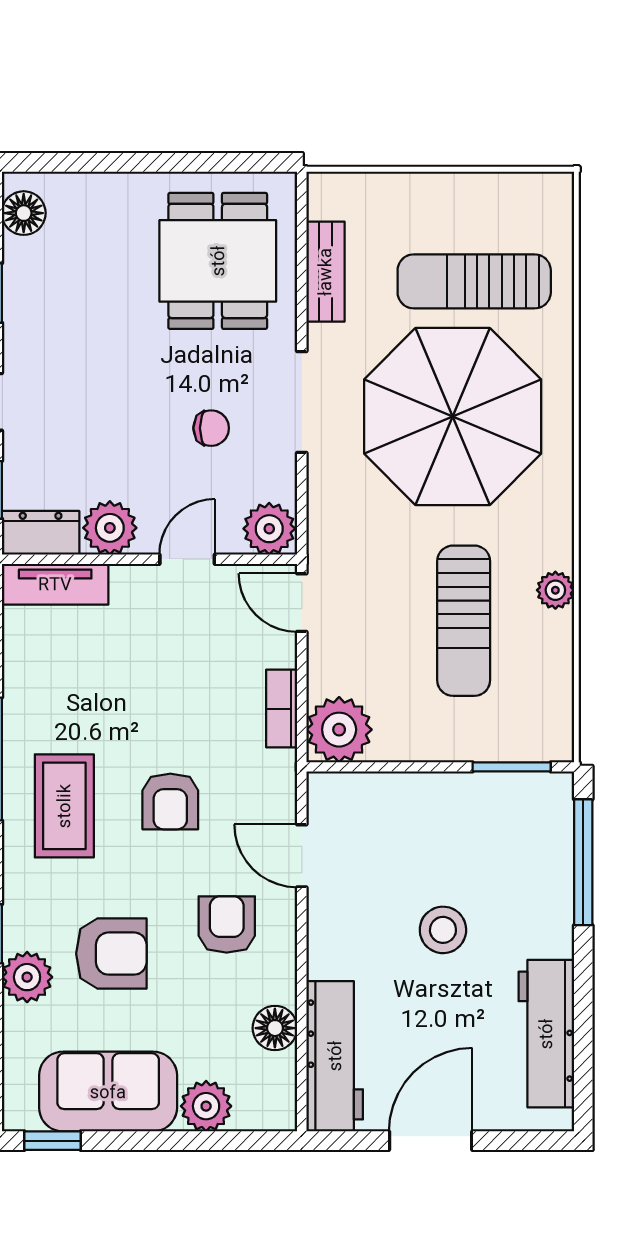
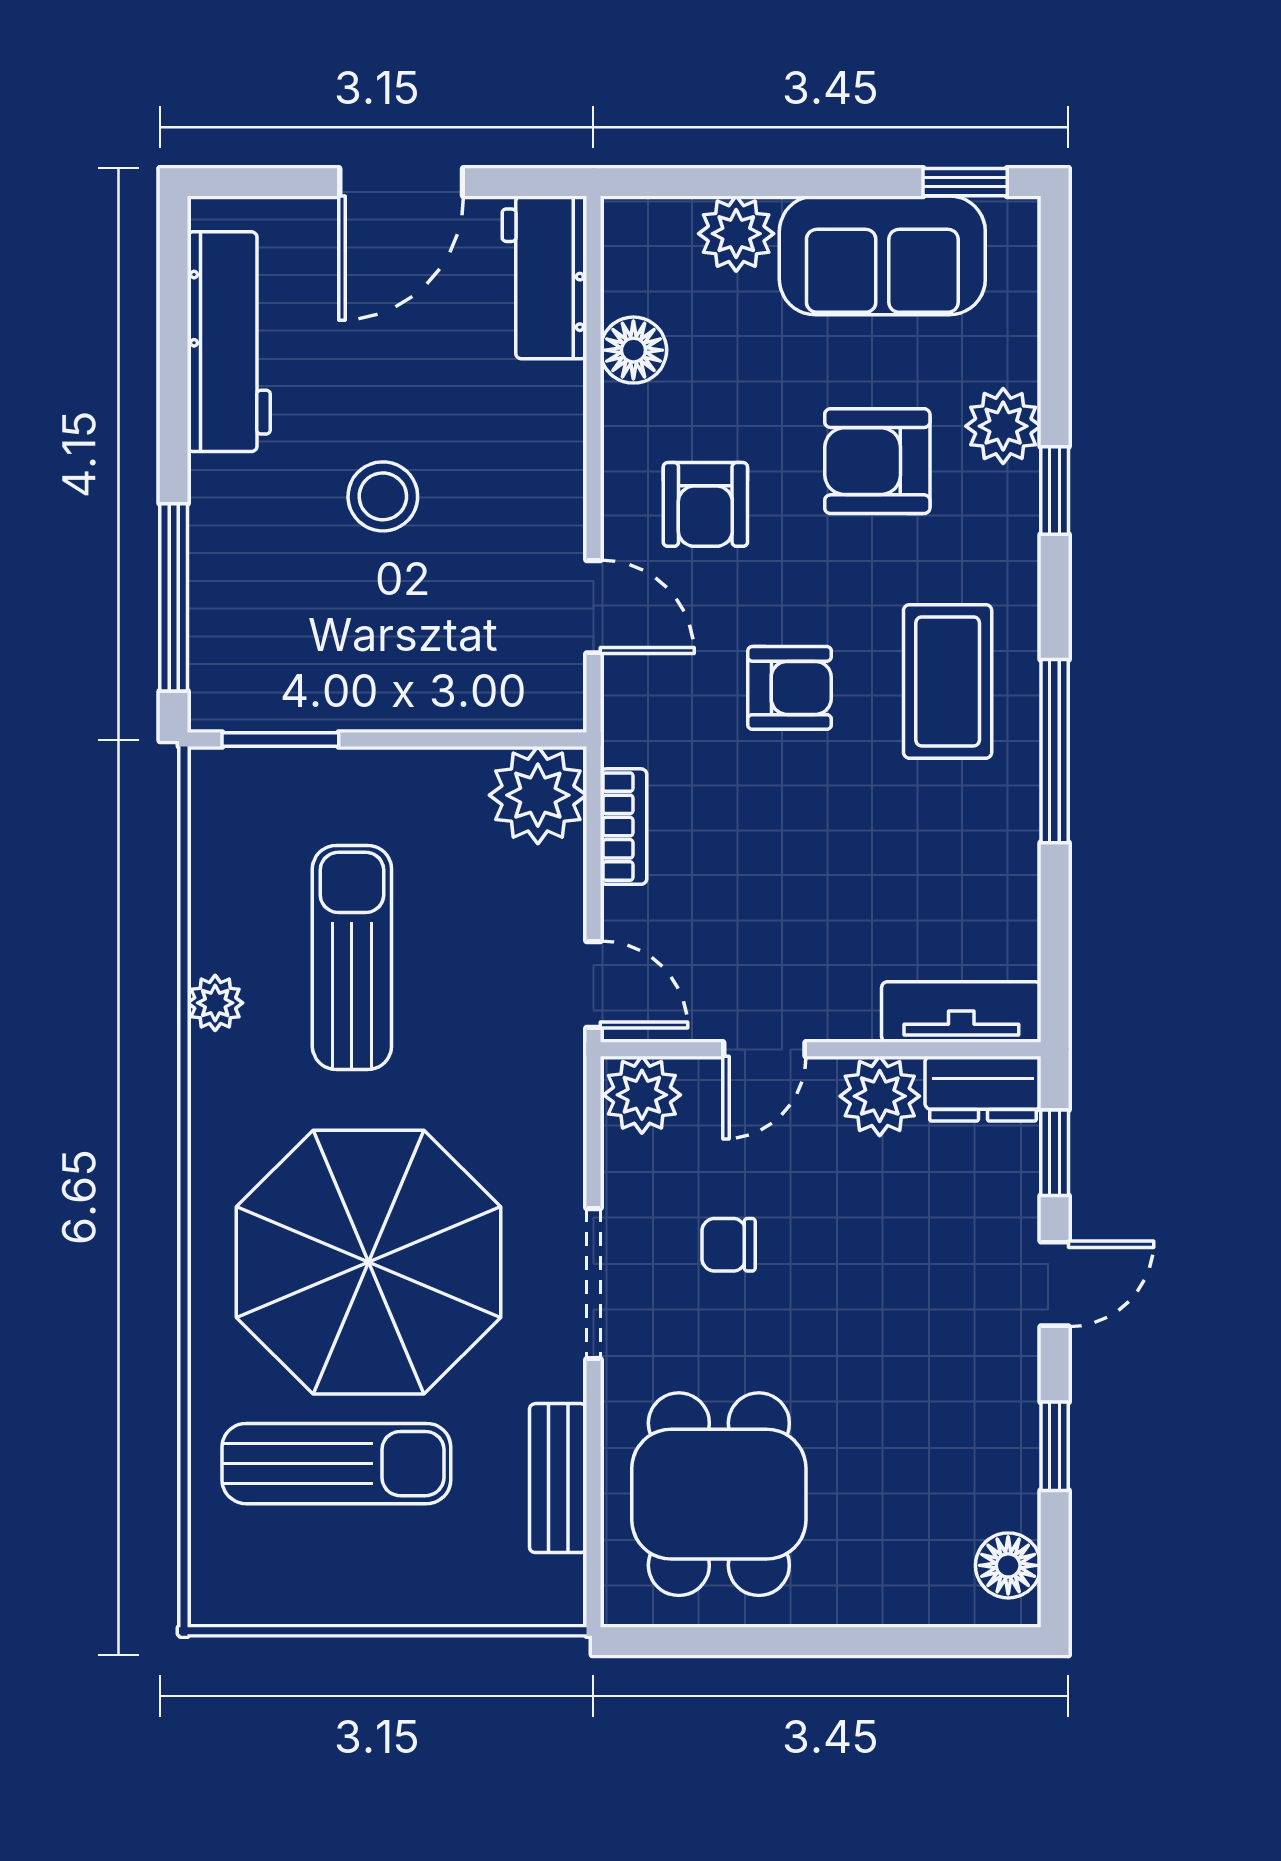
armchair: (170, 801) -> (790, 688), turned 90
workbench: (335, 1056) -> (544, 277), width x0.73

